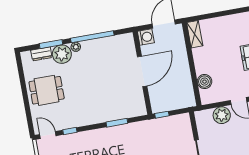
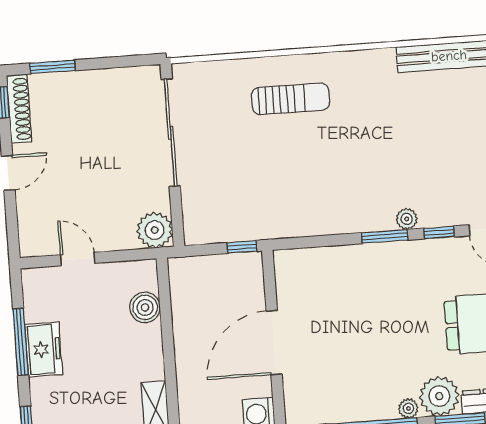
plant: (222, 115) -> (155, 230), moved
window: (117, 123) -> (385, 236), moved
plant: (86, 136) -> (407, 219), added

